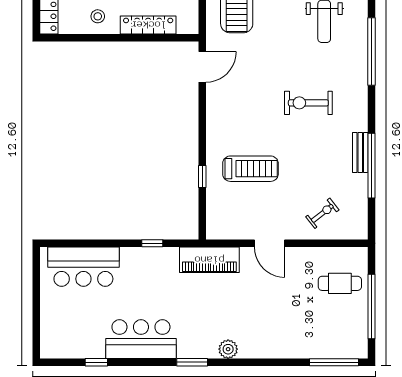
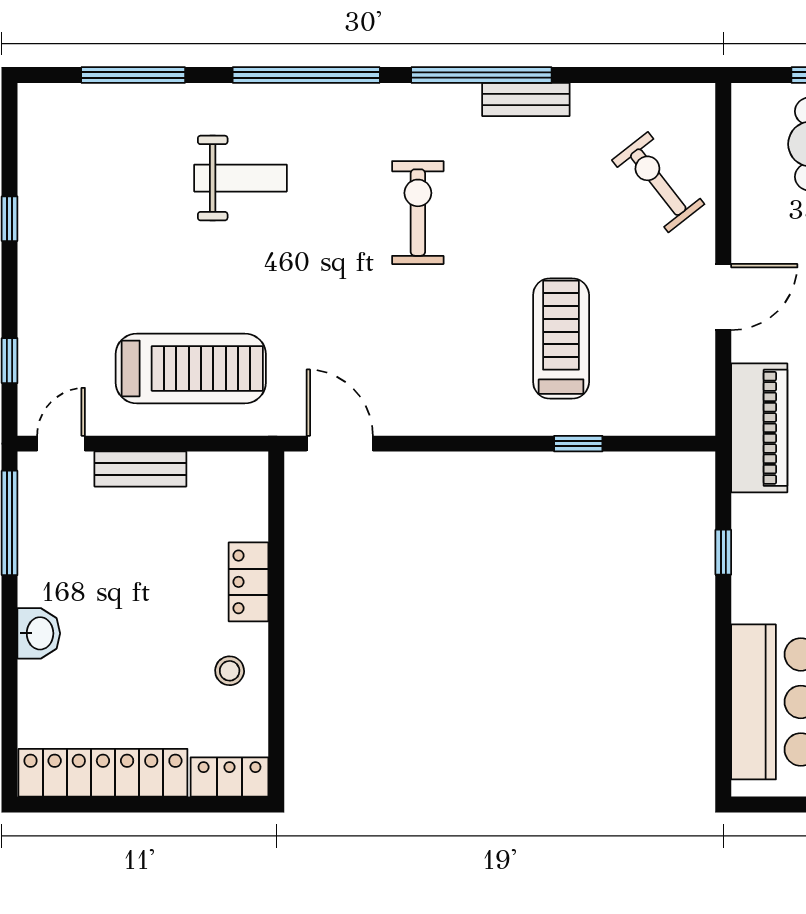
locker: (148, 25) -> (248, 582), width x0.66
exercise bike: (308, 103) -> (418, 213), turned 180
window: (372, 166) -> (481, 75), moved
exercise bike: (322, 213) -> (658, 182), width x1.38, depth x1.39

